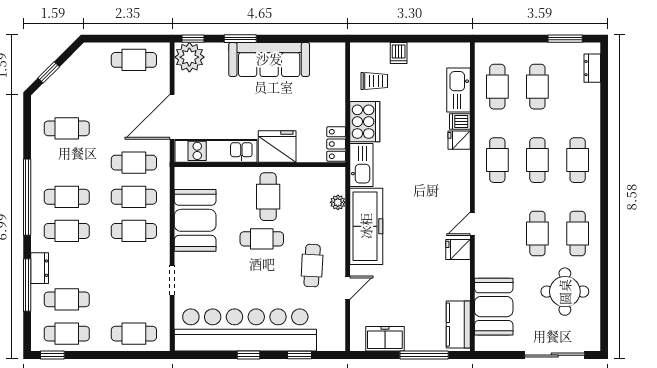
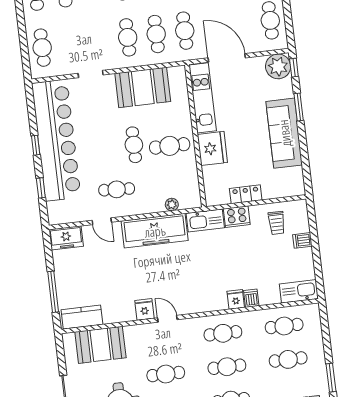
kitchen sink: (458, 90) -> (299, 291), moved
cooker: (365, 122) -> (237, 217), width x0.73, depth x0.76
locker: (336, 144) -> (246, 194), moved
freezer: (385, 339) -> (66, 238), moved, turned 90

